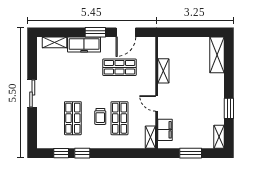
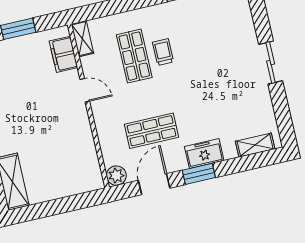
plant: (149, 43) -> (116, 176), added
freezer: (84, 45) -> (204, 154), width x0.71
shelving: (163, 71) -> (86, 140), removed
shop shelf: (73, 118) -> (203, 40), removed

